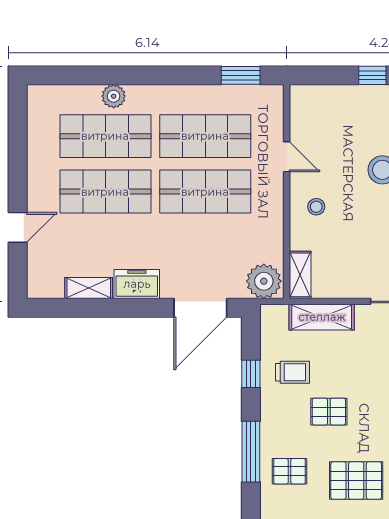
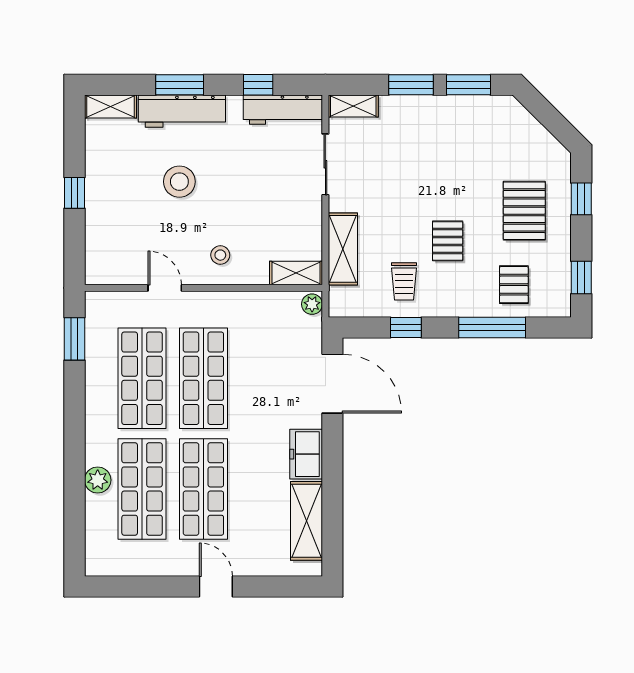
door: (287, 157) -> (165, 288), hinge flipped
door: (18, 227) -> (216, 586), moved
plant: (264, 281) -> (312, 304), width x0.53, depth x0.53
shelving: (89, 288) -> (306, 521), width x1.50, depth x1.33
trolley: (293, 372) -> (404, 281), turned 180

